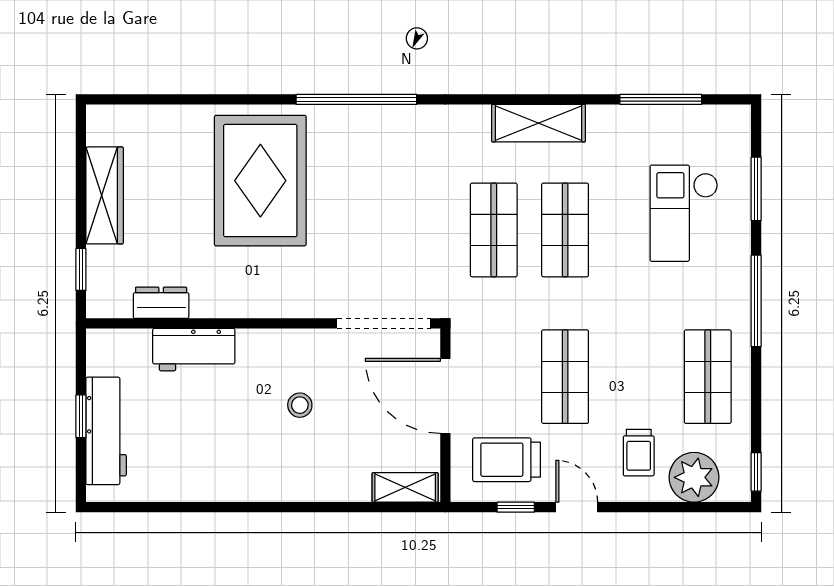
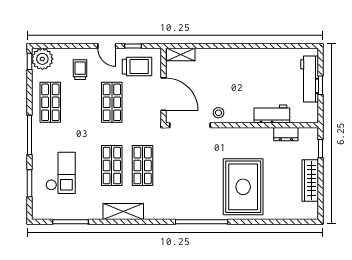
stool: (300, 405) -> (219, 113), moved
plant: (694, 477) -> (42, 59), moved

